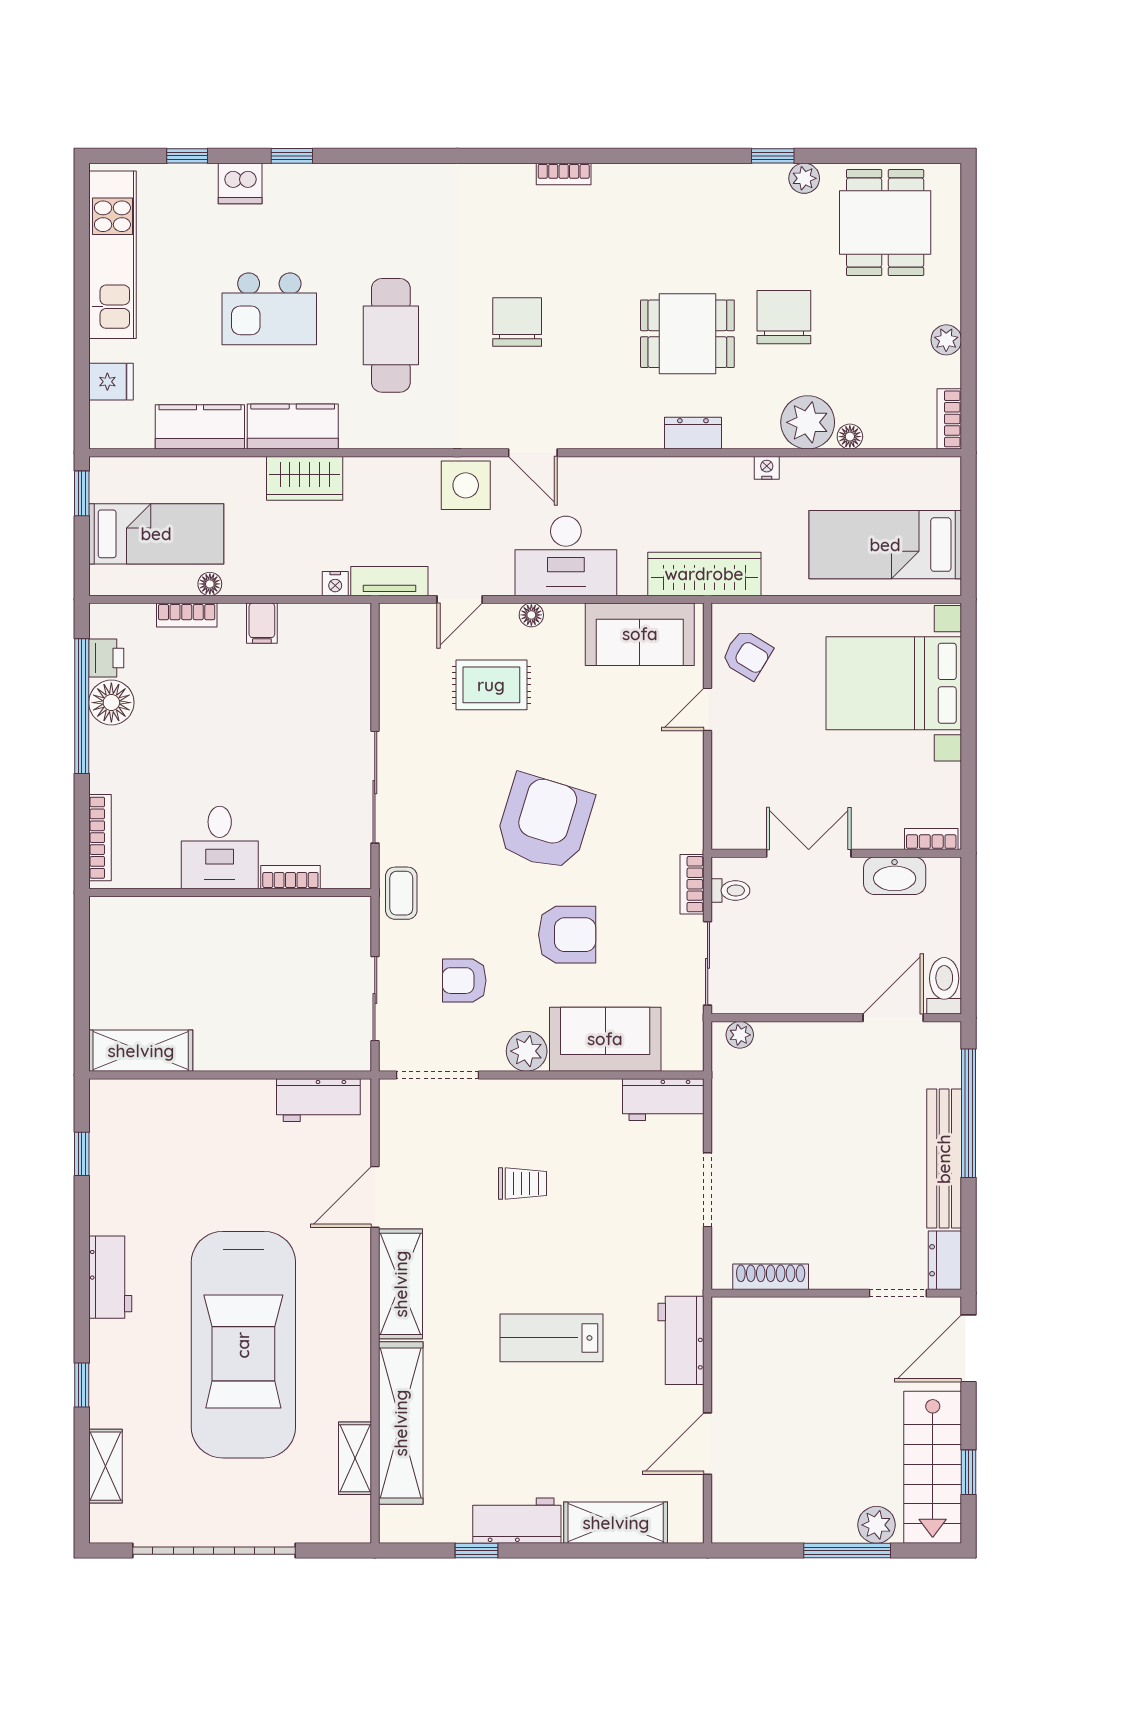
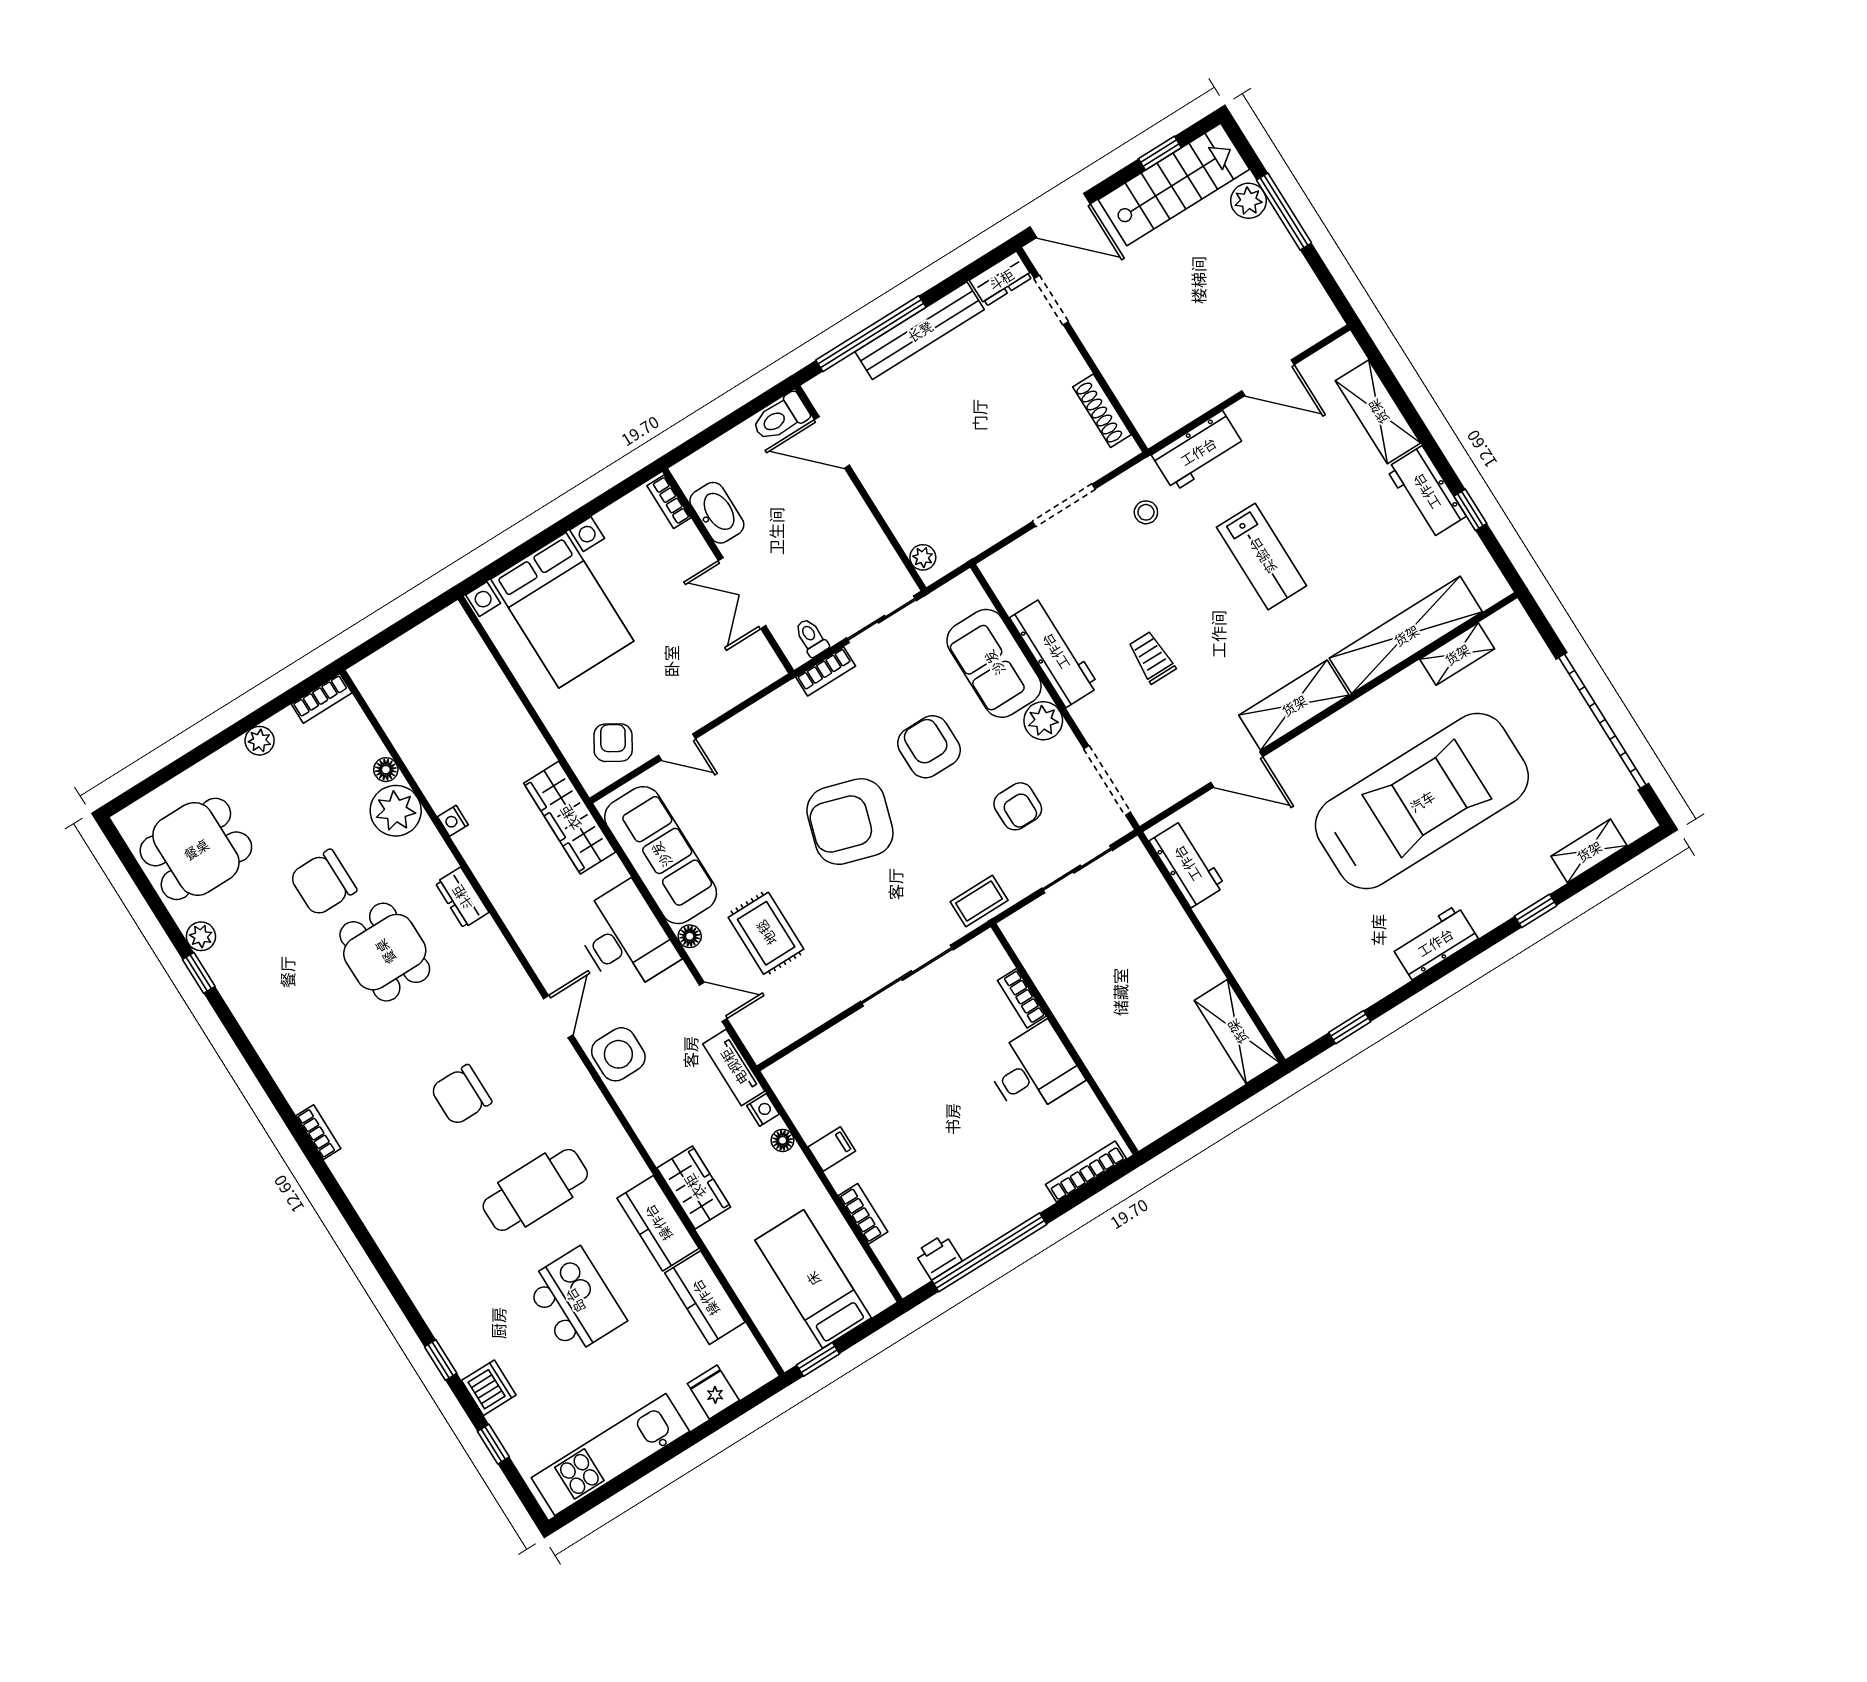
bed: (885, 545) -> (455, 687), removed
floor lamp: (210, 584) -> (783, 1140), moved
sofa: (640, 634) -> (661, 855), width x1.36
floor lamp: (111, 703) -> (971, 1230), removed
workbench: (663, 1100) -> (1055, 652), moved, width x1.38
stool: (655, 1259) -> (1146, 512), added

